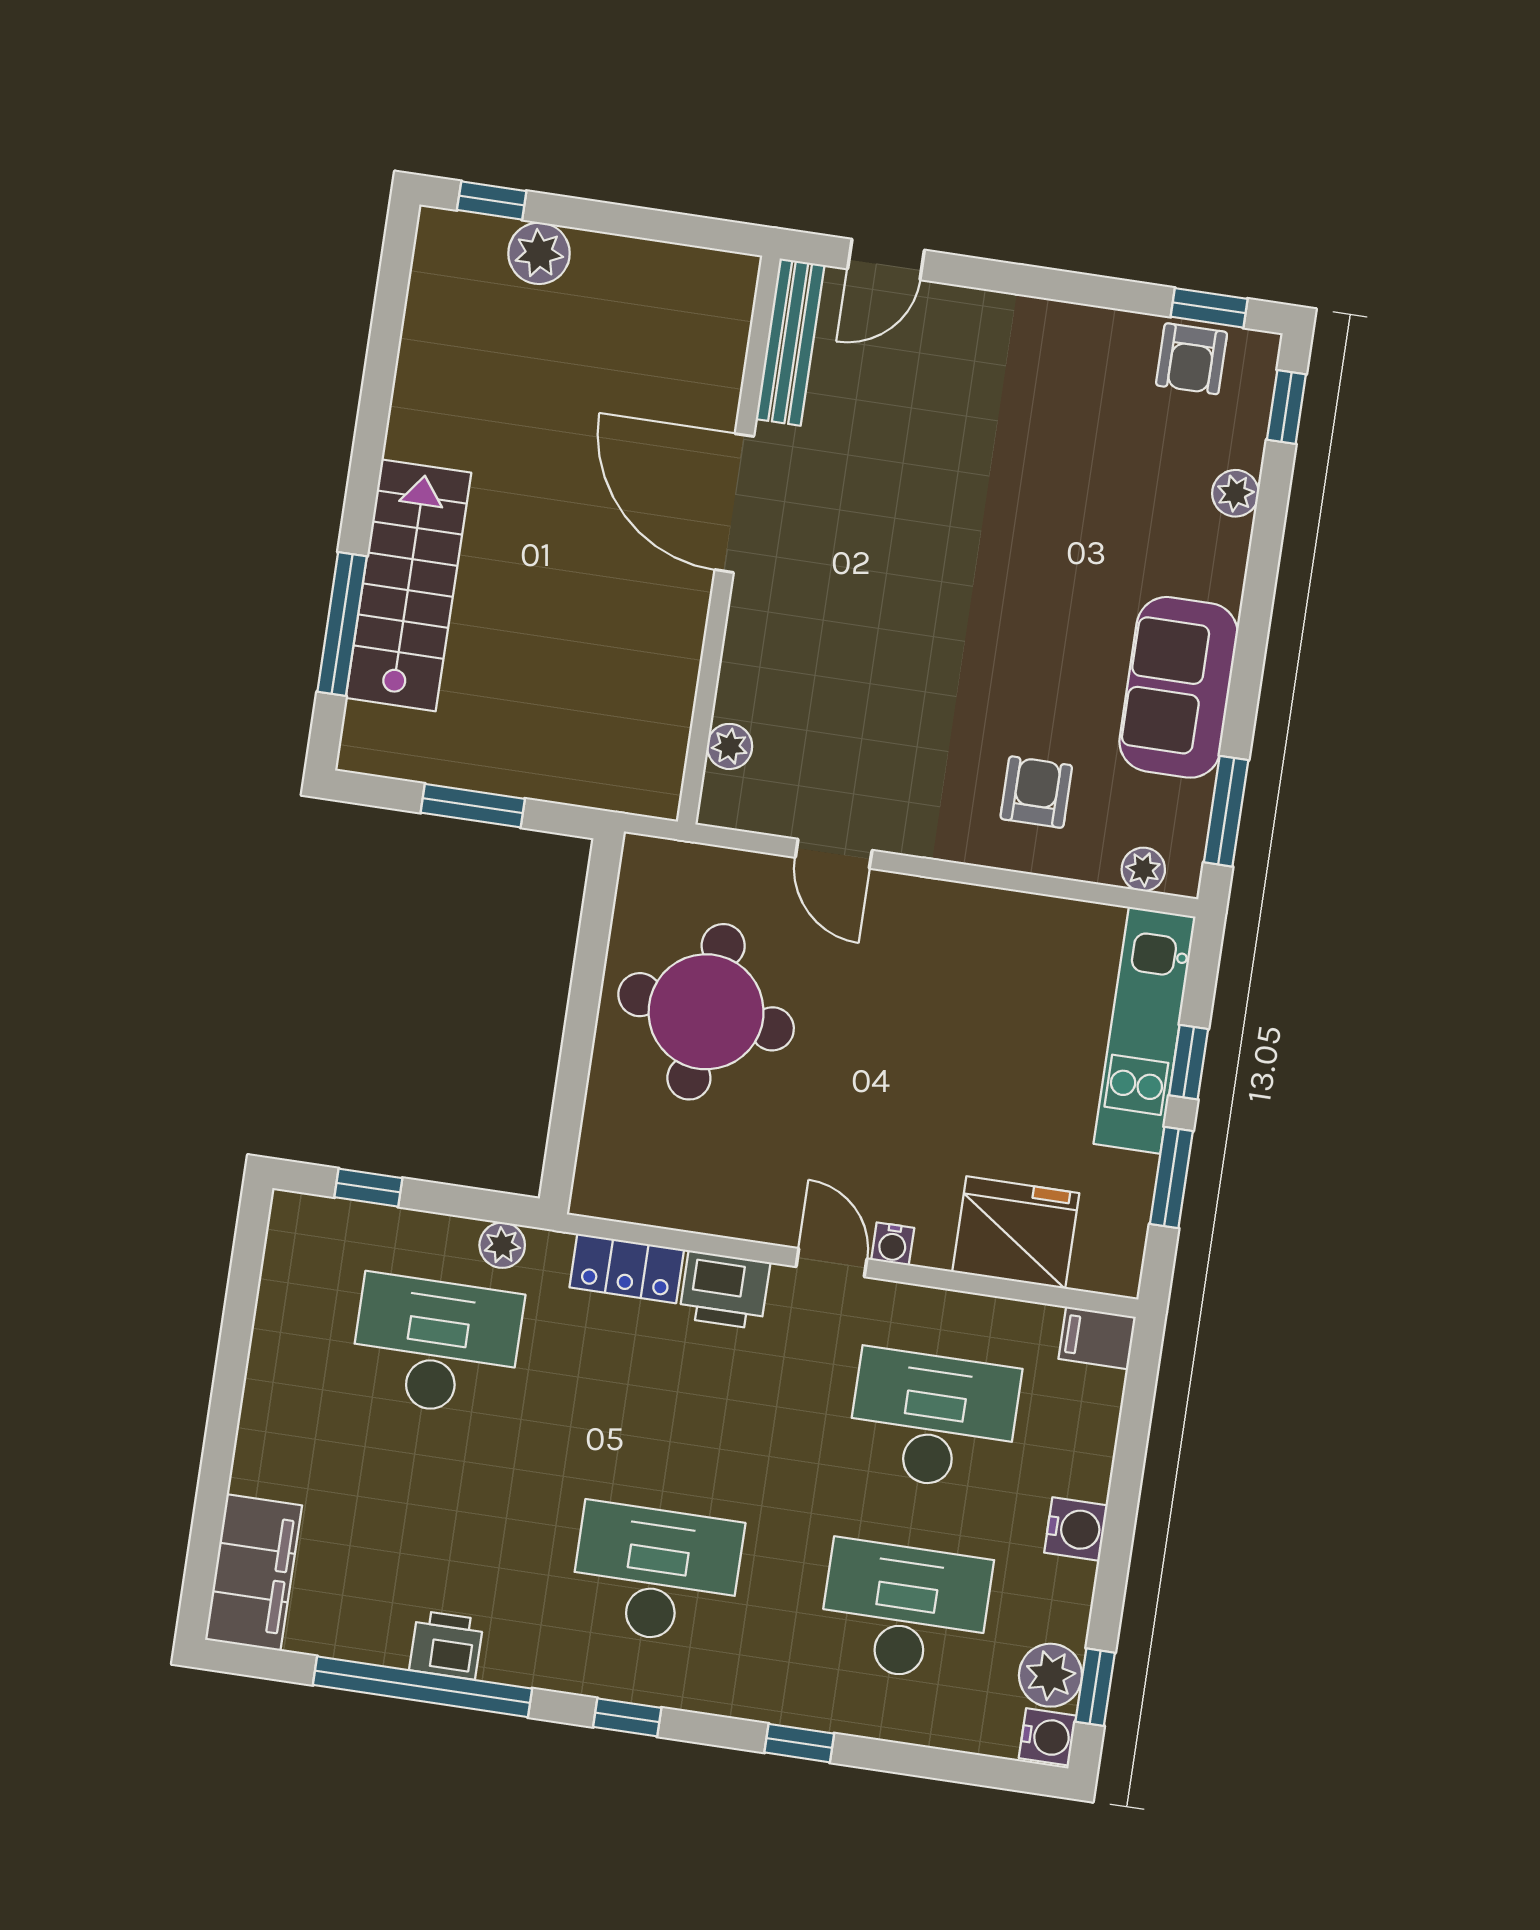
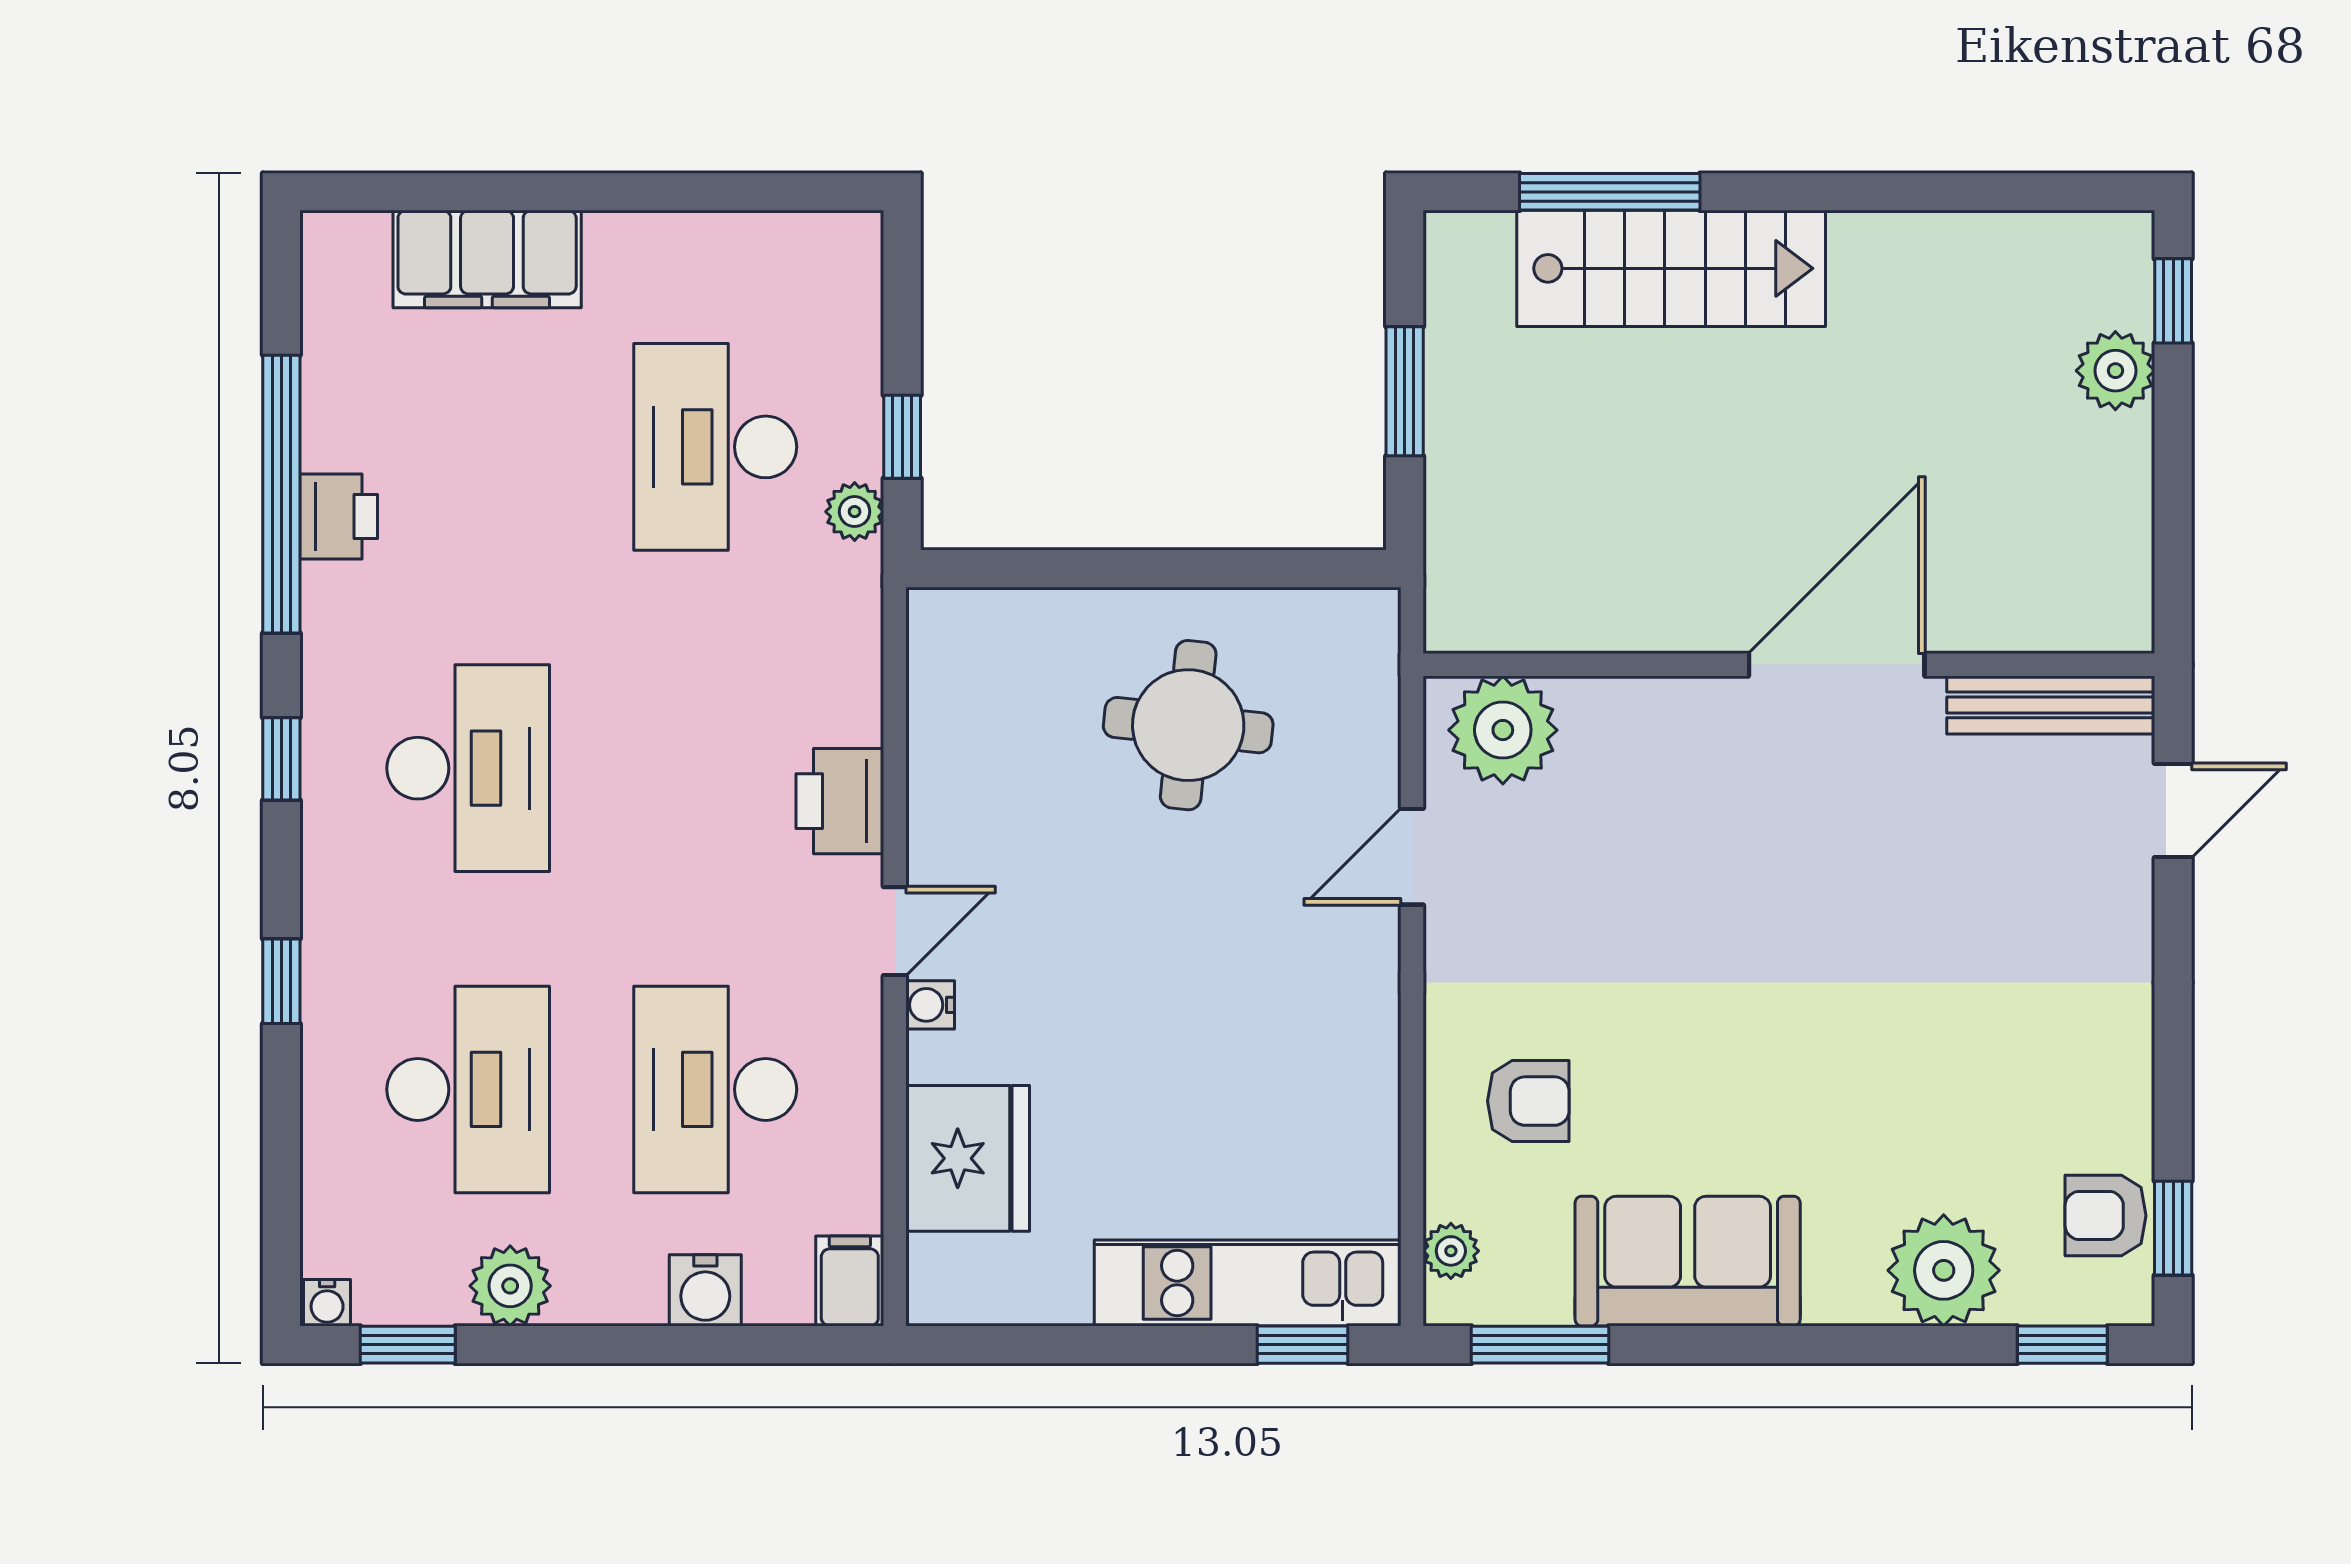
door: (886, 259) -> (2173, 810), swing flipped
plant: (1235, 493) -> (1944, 1270), width x1.87, depth x1.87
plant: (730, 746) -> (1503, 730), width x1.87, depth x1.87
round table: (706, 1012) -> (1188, 725), width x0.73, depth x0.73
window: (1189, 1062) -> (1303, 1345), moved
window: (1171, 1177) -> (1067, 1345), removed
window: (368, 1188) -> (902, 437), moved
locker: (627, 1268) -> (849, 673), removed
desk: (436, 1346) -> (715, 447), turned 180
desk: (933, 1420) -> (715, 1089), turned 180
water cooler: (1076, 1529) -> (705, 1290), moved
filing cabinet: (254, 1573) -> (487, 259), moved
plant: (1050, 1675) -> (510, 1286), moved
water cooler: (1048, 1737) -> (327, 1303), width x0.72, depth x0.72

